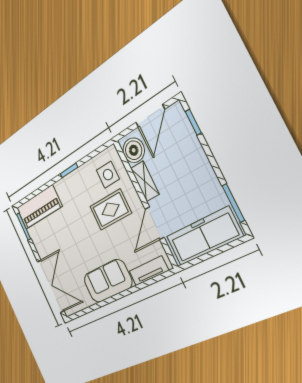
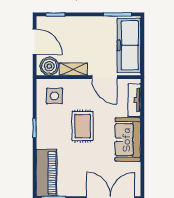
rug: (110, 210) -> (83, 126), moved

